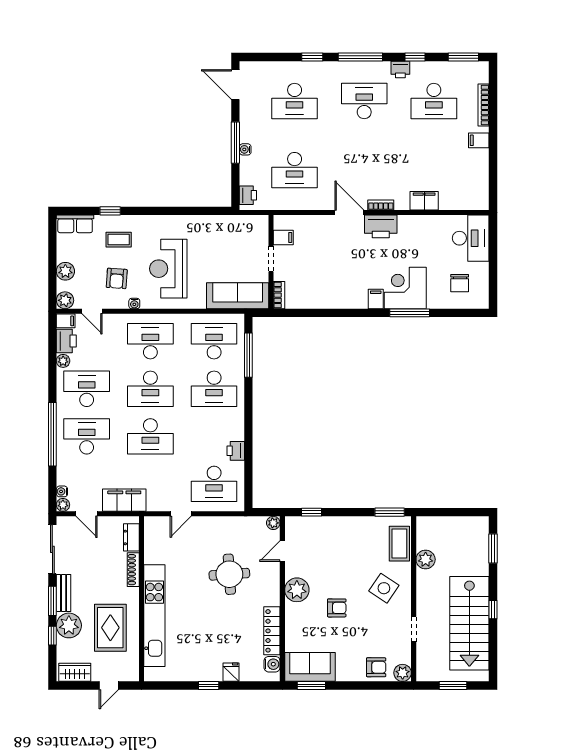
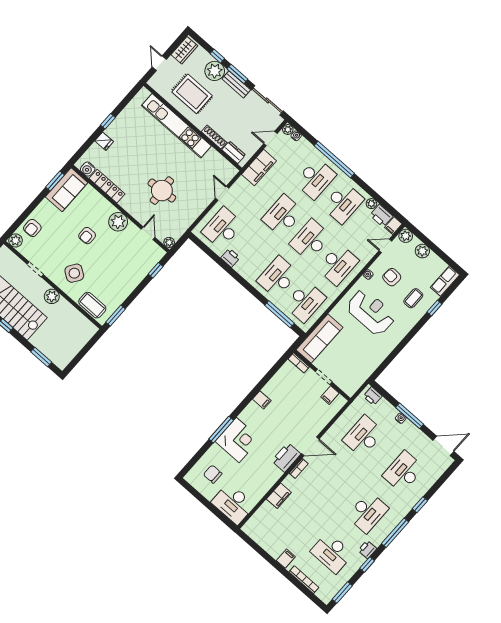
desk: (434, 101) -> (332, 553), turned -90
filing cabinet: (376, 299) -> (262, 400), moved
plant: (426, 559) -> (52, 296), moved

